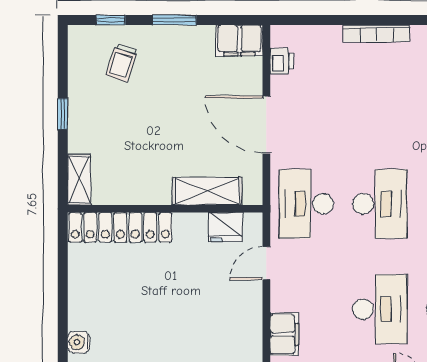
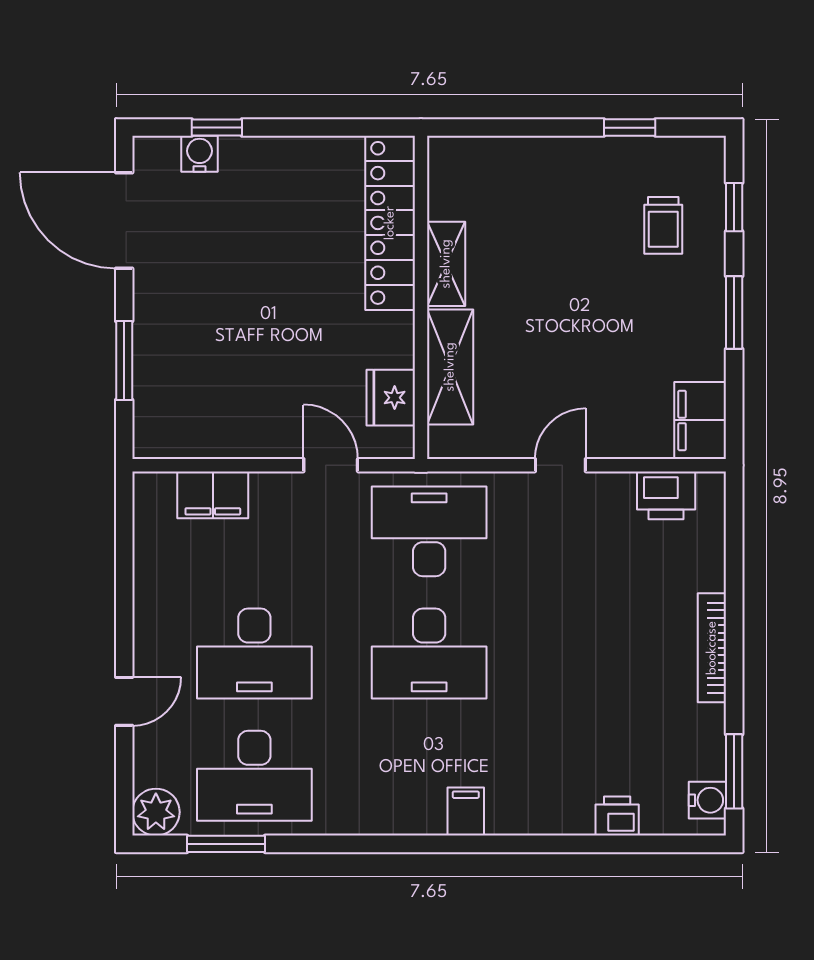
printer: (282, 61) -> (666, 495), width x1.36, depth x1.24
trolley: (122, 63) -> (663, 225), turned -109
window: (63, 114) -> (630, 128), moved
door: (266, 125) -> (560, 465), width x0.53
shelving: (79, 180) -> (446, 264), moved, turned 90
window: (63, 332) -> (217, 128), added

